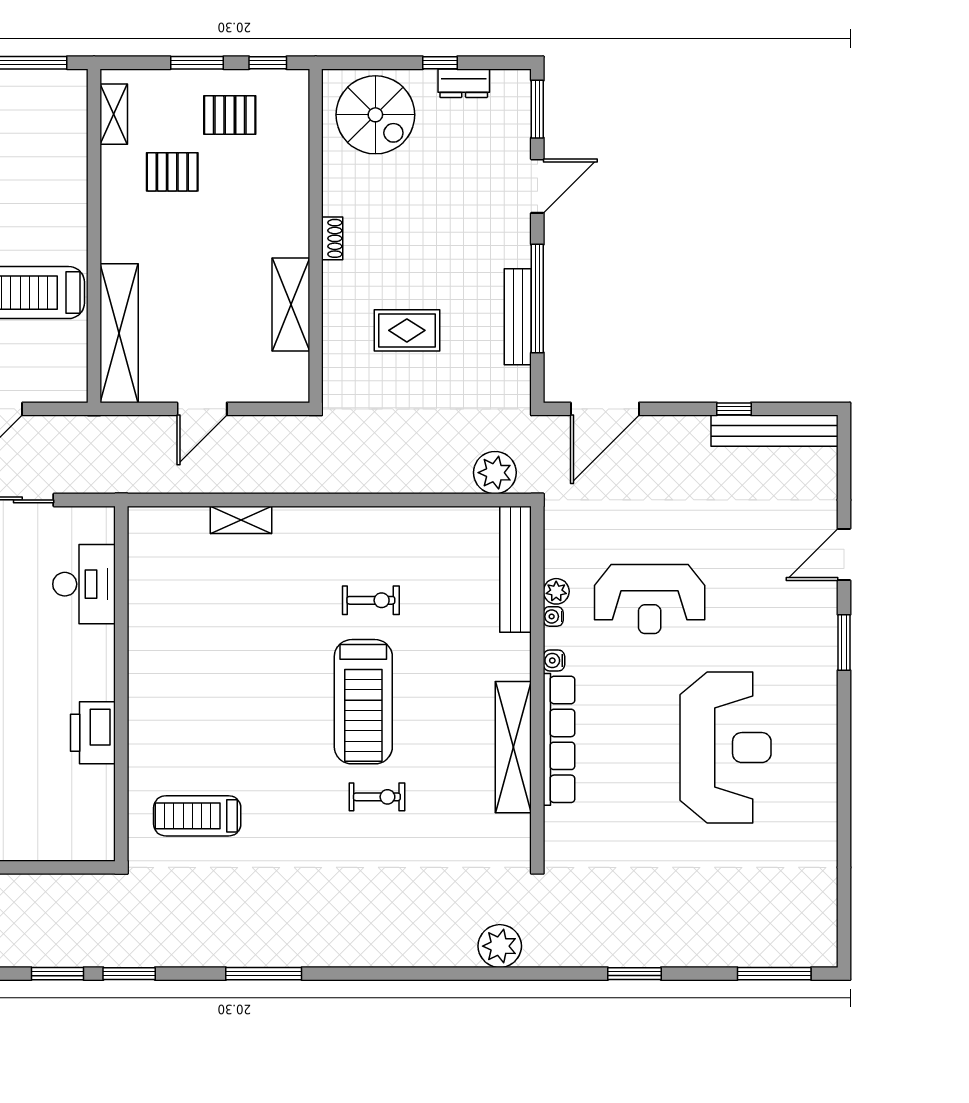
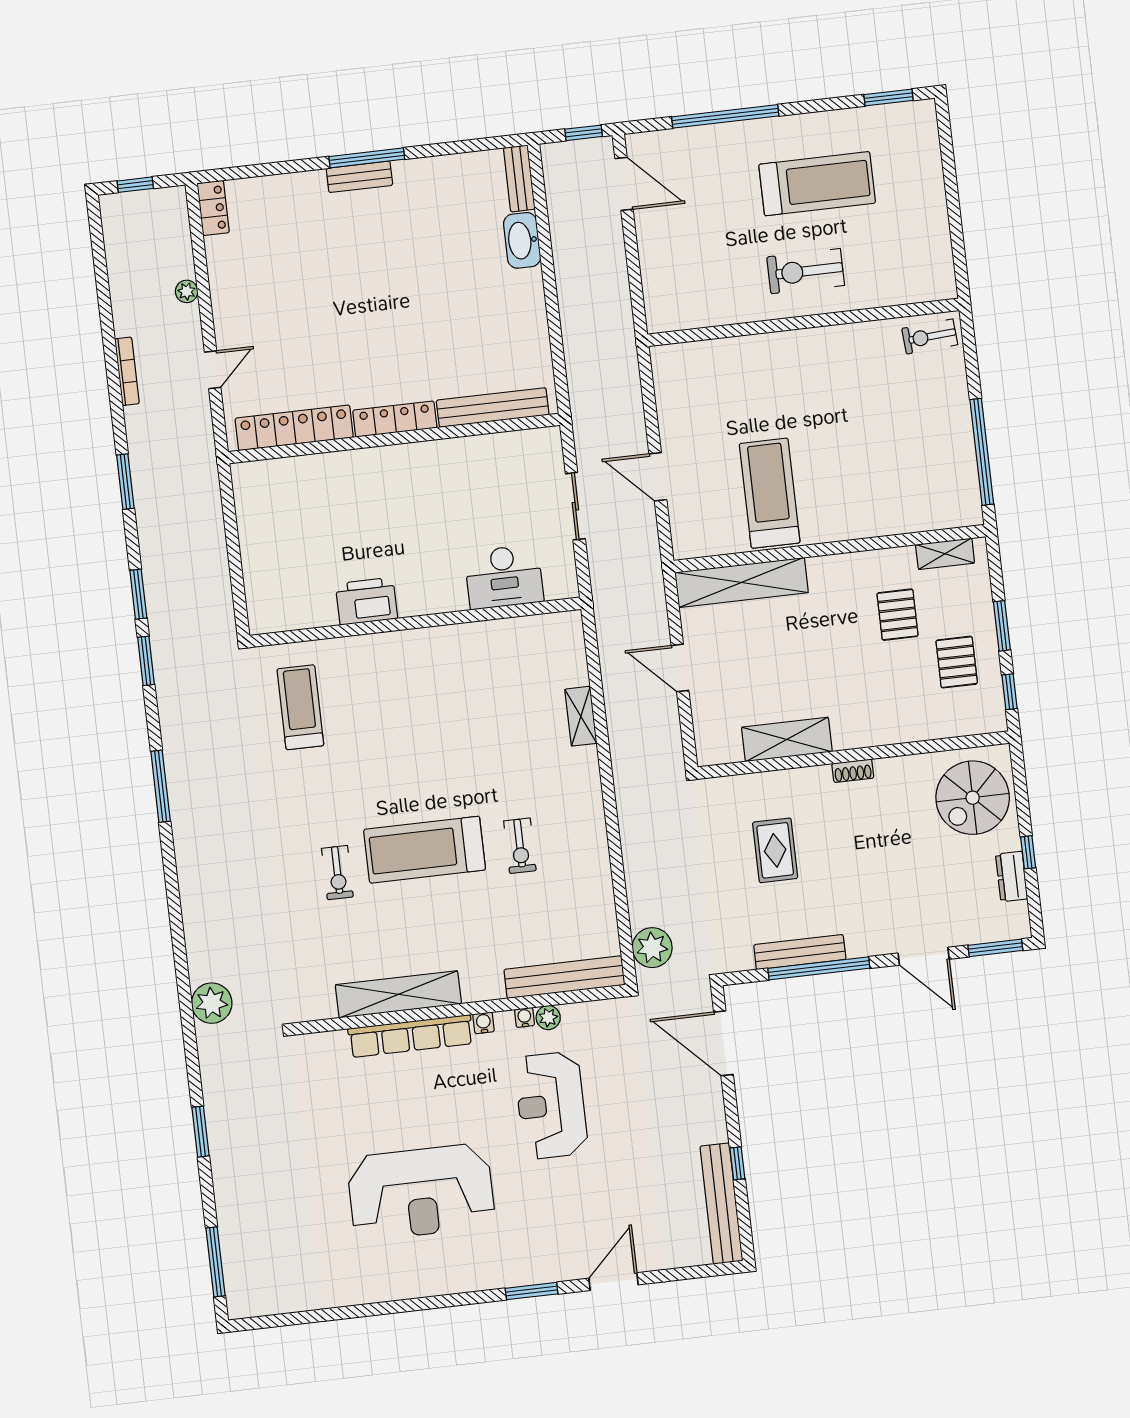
door: (844, 555) -> (614, 1282), hinge flipped

